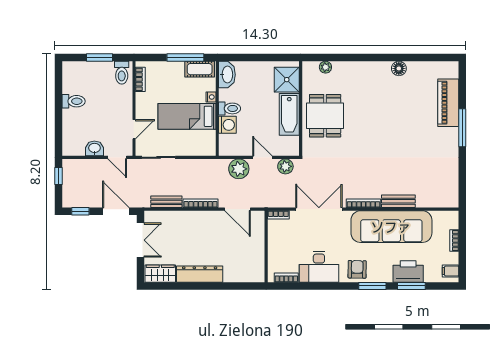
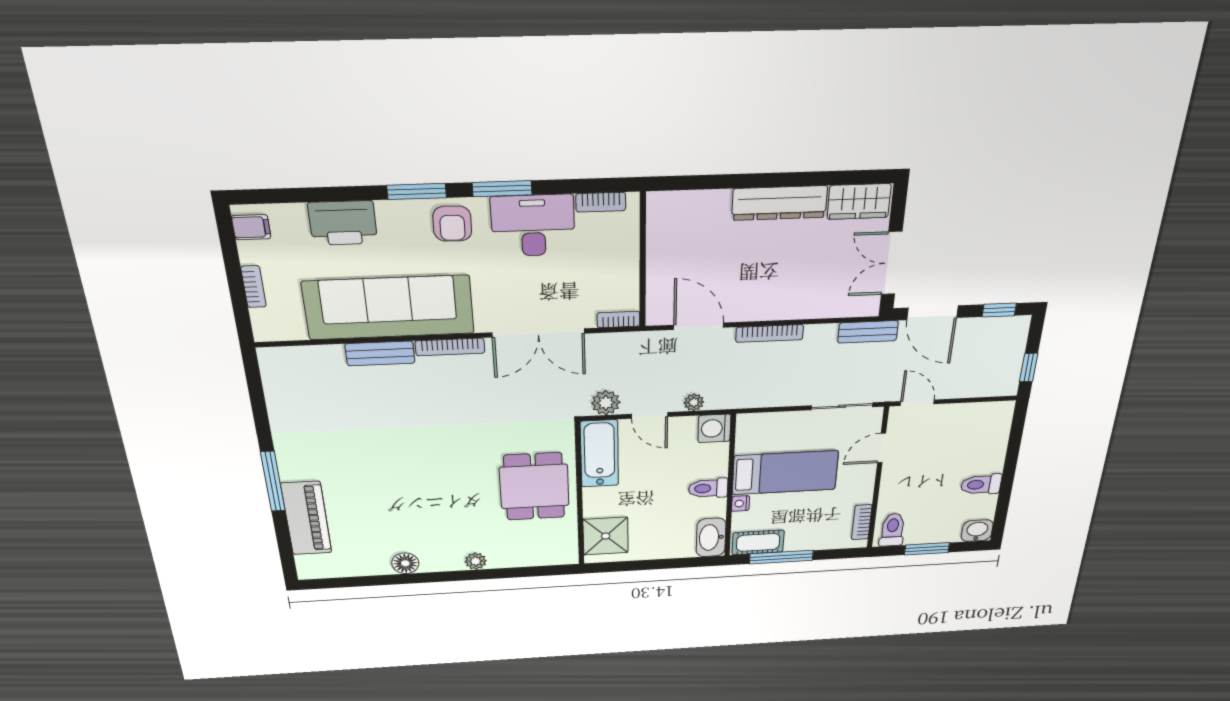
plant: (325, 67) -> (476, 561), moved
bathtub: (289, 114) -> (599, 454), moved
washing machine: (227, 125) -> (714, 428), moved
washbasin: (94, 148) -> (977, 531), moved, turned 180
plant: (239, 169) -> (694, 402), width x0.53, depth x0.53
bench: (166, 202) -> (868, 332), moved
window: (411, 286) -> (502, 189), moved

